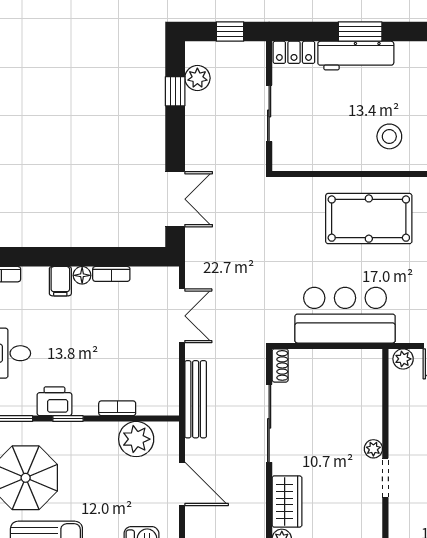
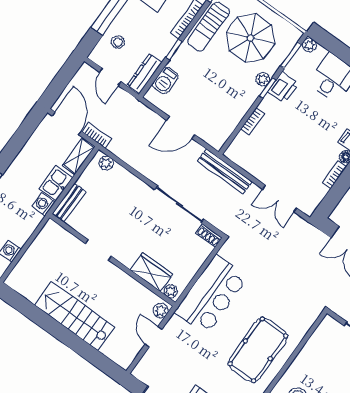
plant: (136, 439) -> (263, 79), moved, width x0.53, depth x0.53
plant: (373, 449) -> (171, 291), moved
wardrobe: (287, 502) -> (152, 272), moved, turned 180

